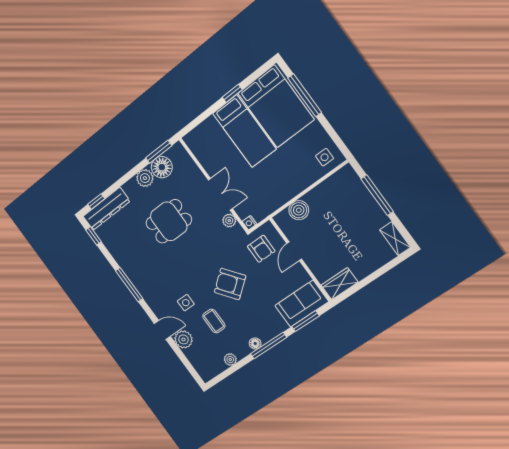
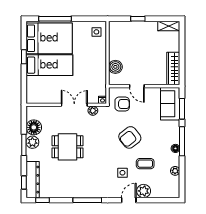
window: (159, 152) -> (24, 145), moved
window: (377, 195) -> (138, 19), width x0.46
dining table: (169, 221) -> (68, 147), turned 90
wardrobe: (339, 284) -> (173, 68), width x1.50

